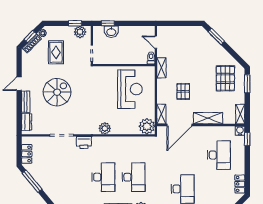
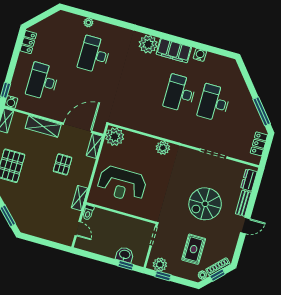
reception desk: (130, 89) -> (122, 184), turned -90
printer: (84, 142) -> (191, 139), removed
desk: (134, 177) -> (214, 103), moved

